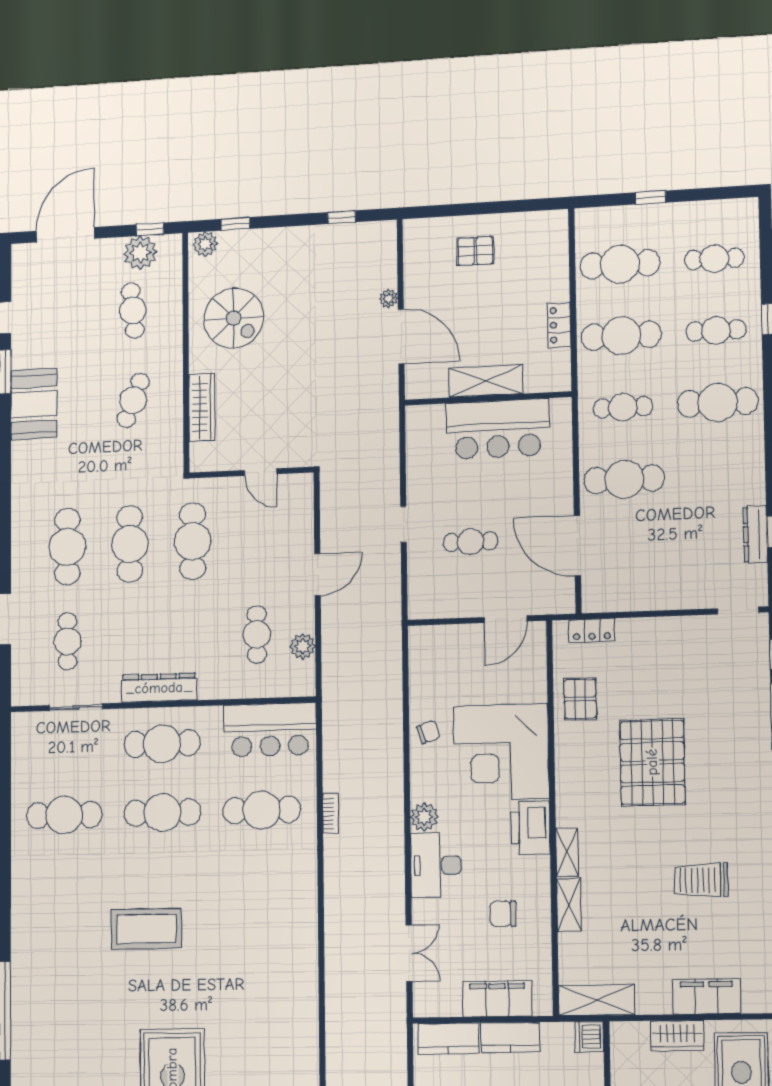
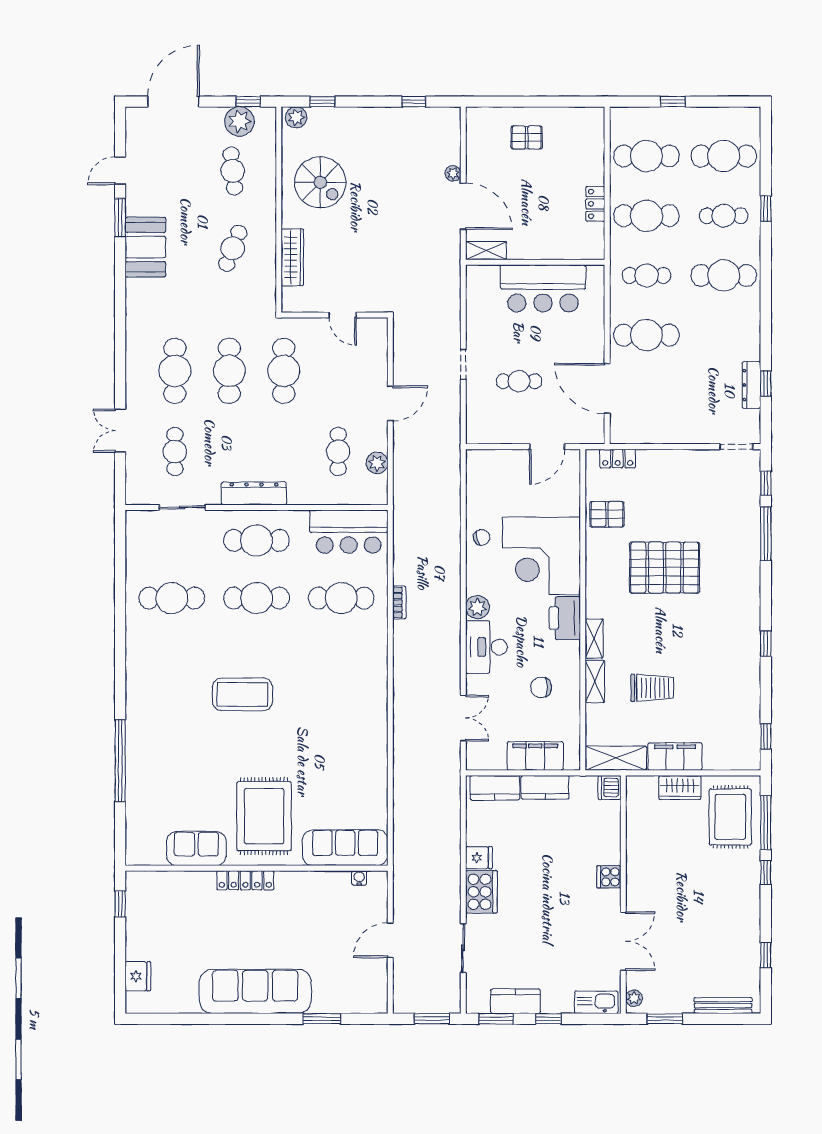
cafe table: (714, 259) -> (724, 156), width x1.37, depth x1.35
shelving: (486, 381) -> (486, 251), moved, width x0.67, depth x0.75
pallet: (580, 699) -> (607, 514), turned 90
pallet: (652, 762) -> (665, 568), turned 90
trolley: (701, 880) -> (652, 688), moved, turned 180
filing cabinet: (707, 996) -> (675, 757), moved

